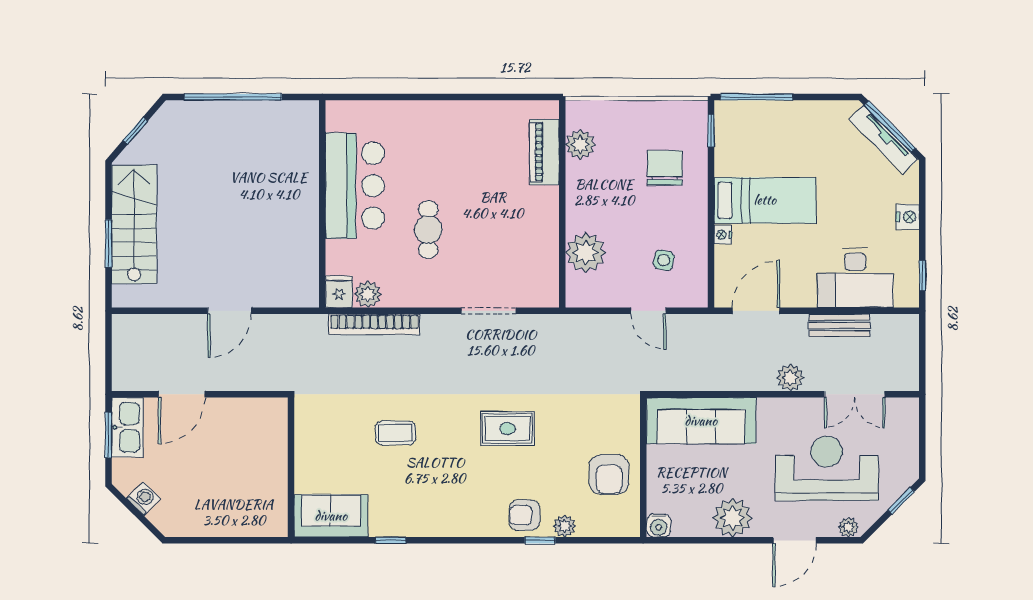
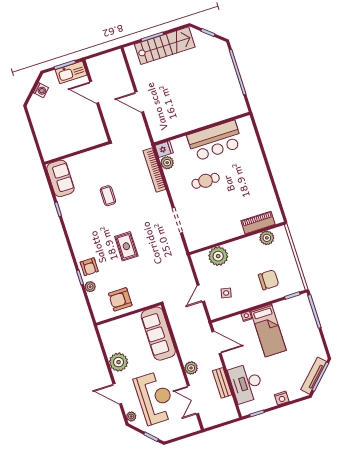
armchair: (525, 515) -> (89, 267), turned 180
water cooler: (659, 525) -> (104, 329), removed

